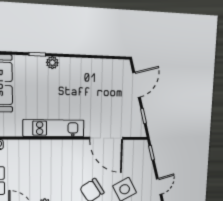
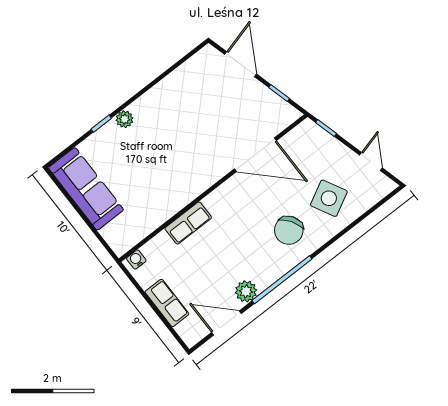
kitchen unit: (54, 128) -> (184, 192), removed
row of seats: (42, 147) -> (188, 223), added

